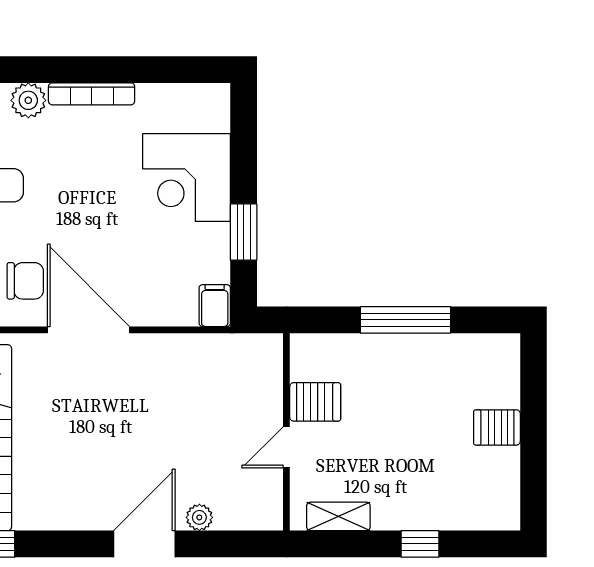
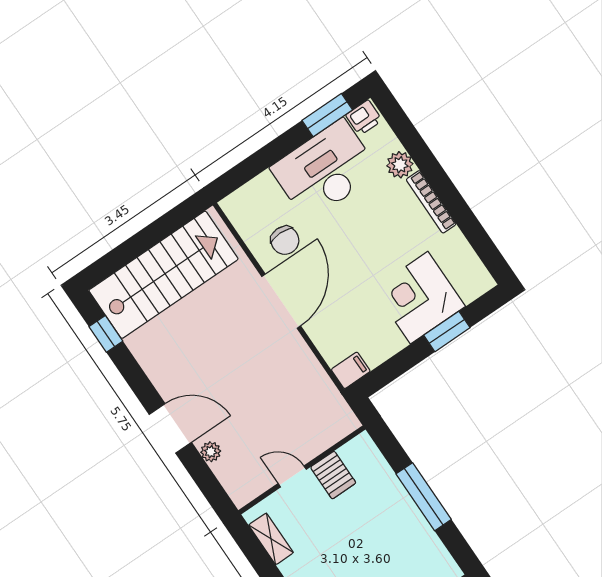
window: (244, 232) -> (447, 331), moved

